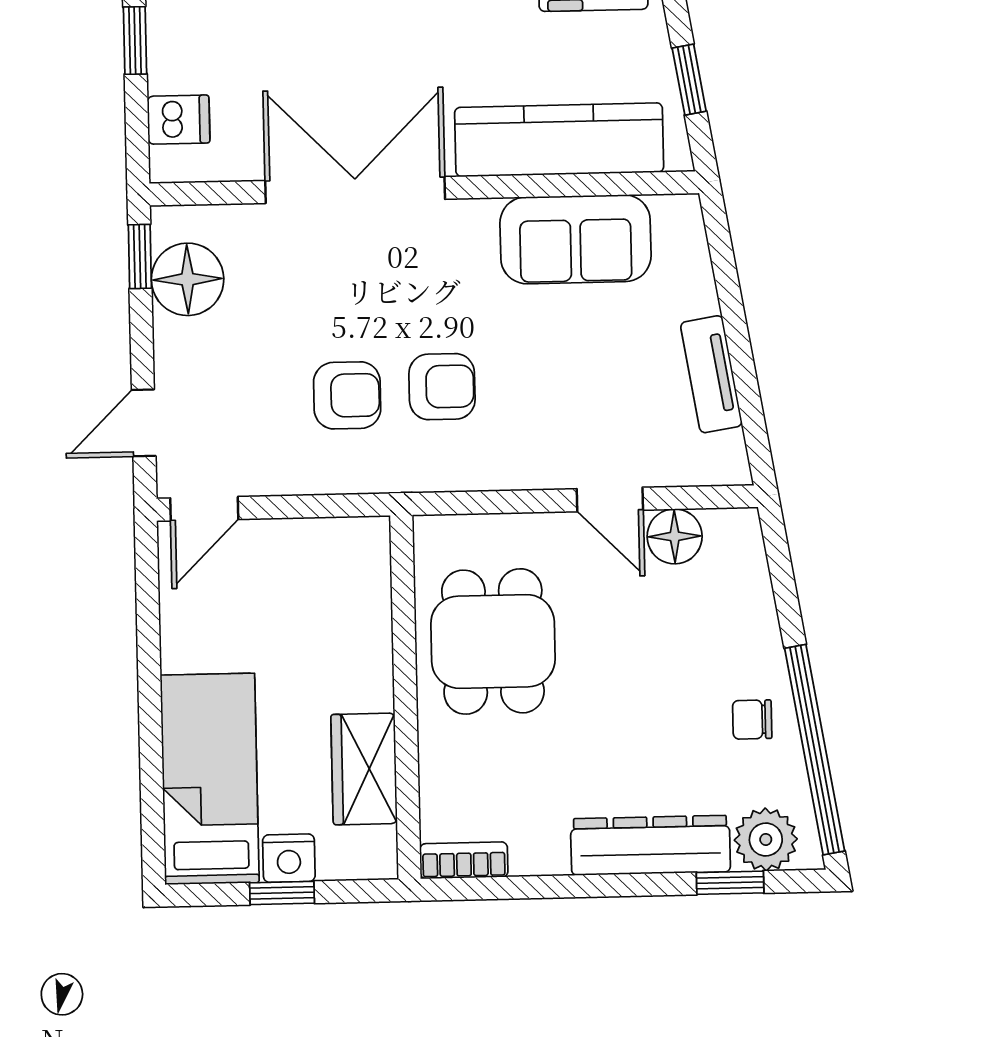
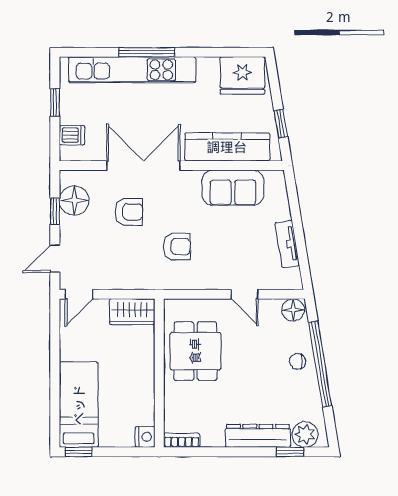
window: (140, 256) -> (55, 211), moved
armchair: (347, 395) -> (129, 212), moved
floor lamp: (675, 536) -> (293, 310), moved
chair: (752, 720) -> (297, 361), moved
window: (815, 750) -> (320, 364), moved
wardrobe: (364, 769) -> (132, 312), moved, turned -90
nightstand: (289, 858) -> (145, 437), moved, turned -90
window: (282, 893) -> (79, 452), moved

